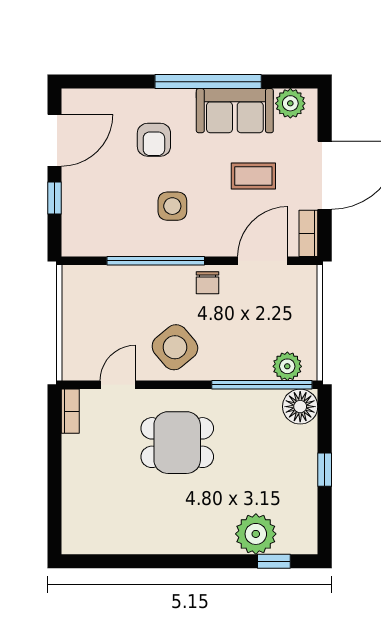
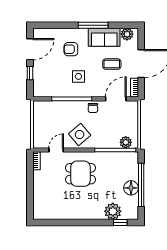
window: (208, 82) -> (93, 25), width x0.68
armchair: (154, 140) -> (71, 49), turned 90
floor lamp: (300, 407) -> (131, 188), moved
window: (325, 470) -> (141, 185), width x3.17

